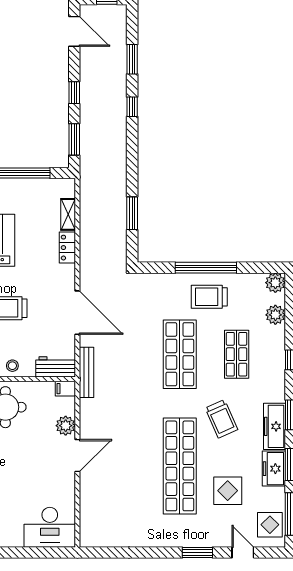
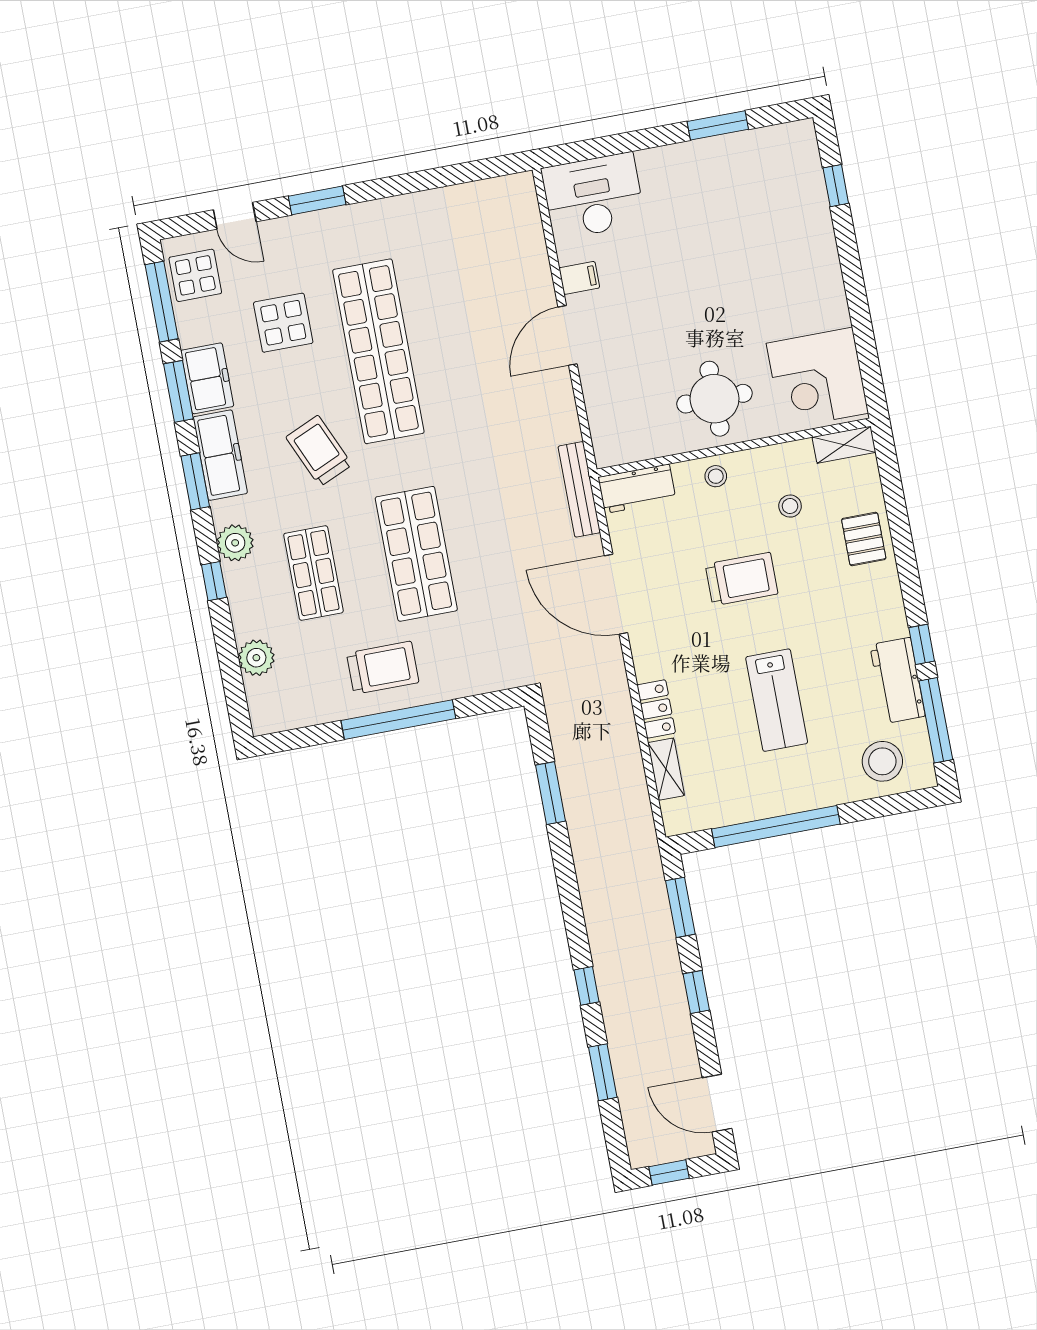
plant: (275, 283) -> (235, 543), moved
filing cabinet: (65, 389) -> (579, 278), moved
plant: (66, 426) -> (599, 386), removed

